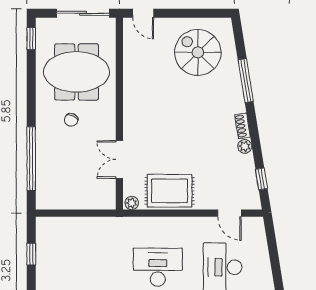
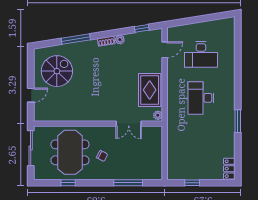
door: (143, 13) -> (31, 95), moved
window: (31, 39) -> (68, 183), moved
spiral stairs: (198, 52) -> (57, 71), turned 180
window: (31, 159) -> (128, 183), width x0.68

